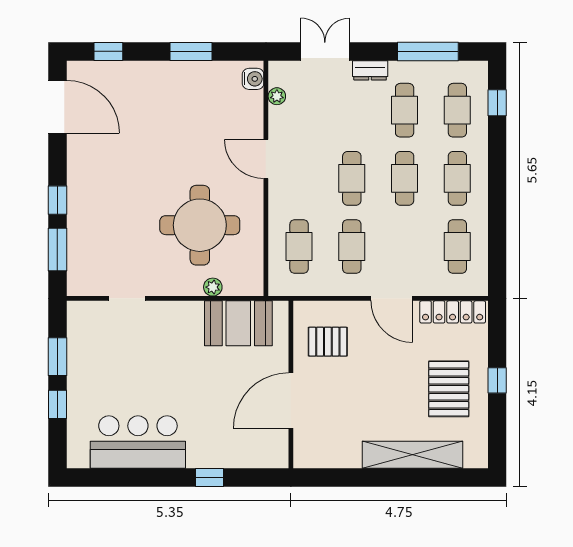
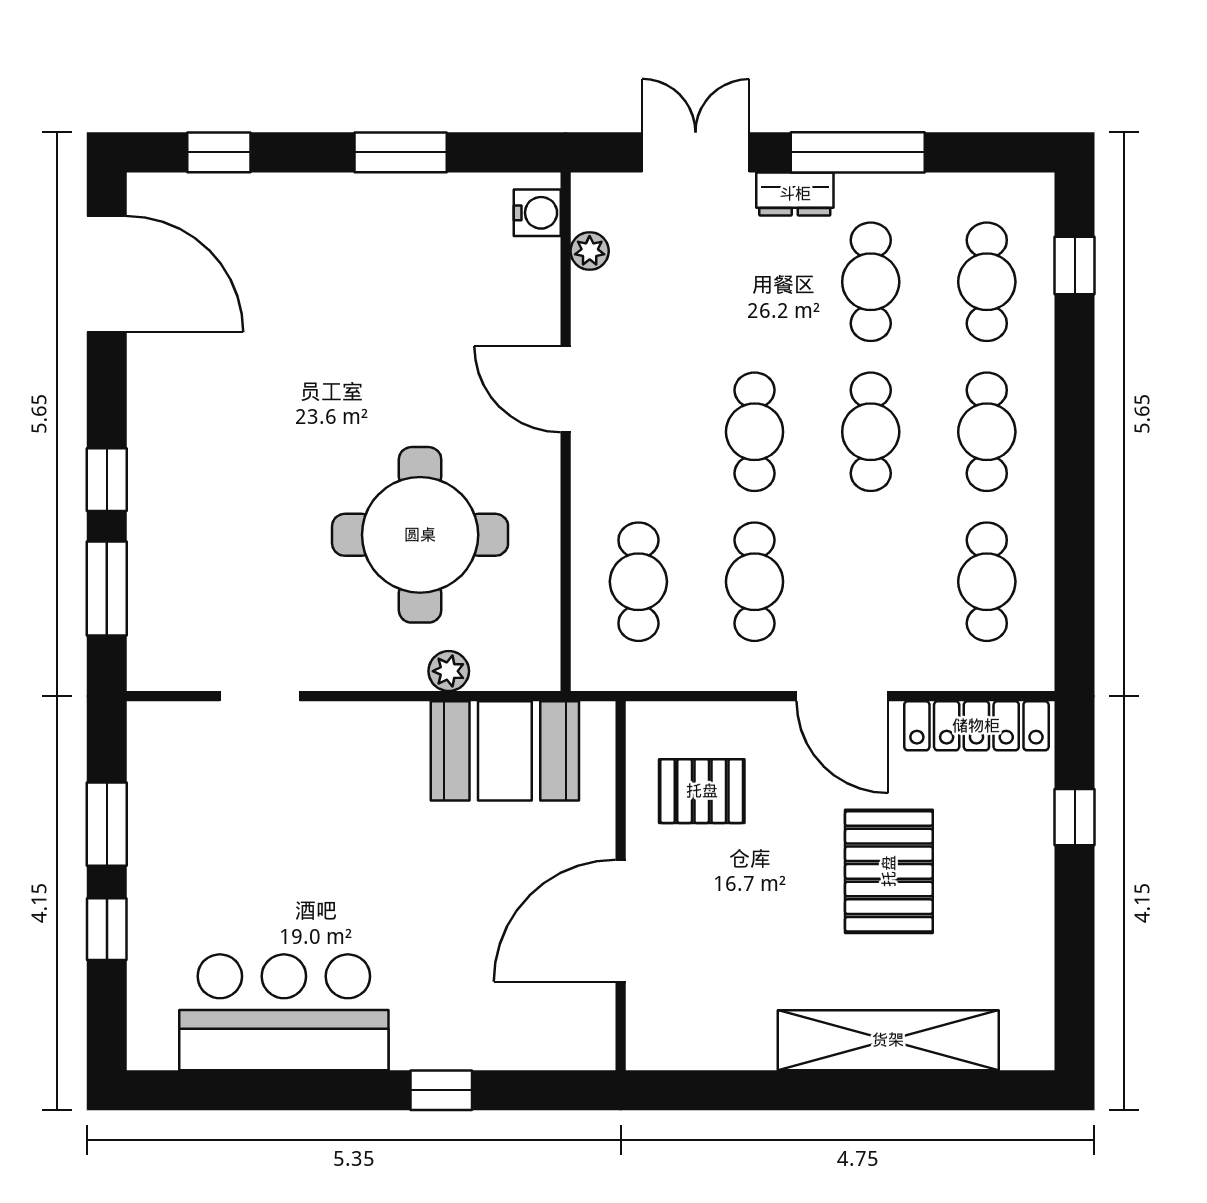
window: (428, 51) -> (858, 152), moved
window: (497, 380) -> (1075, 817), moved
pallet: (449, 389) -> (889, 871), moved

